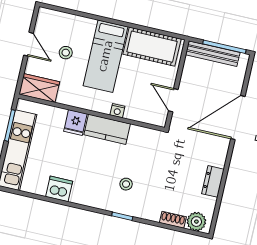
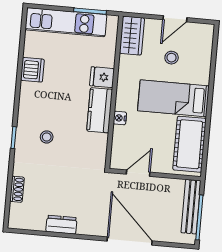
plant: (196, 222) -> (18, 213), removed

